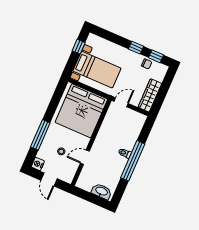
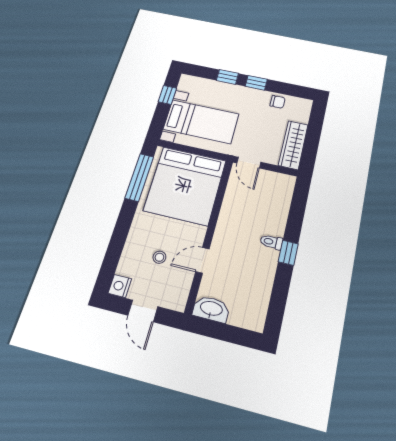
window: (156, 56) -> (227, 77), moved
door: (121, 102) -> (249, 163), swing flipped
window: (40, 135) -> (139, 177), moved
window: (133, 161) -> (288, 253), width x0.32
washbasin: (101, 191) -> (211, 309), moved

